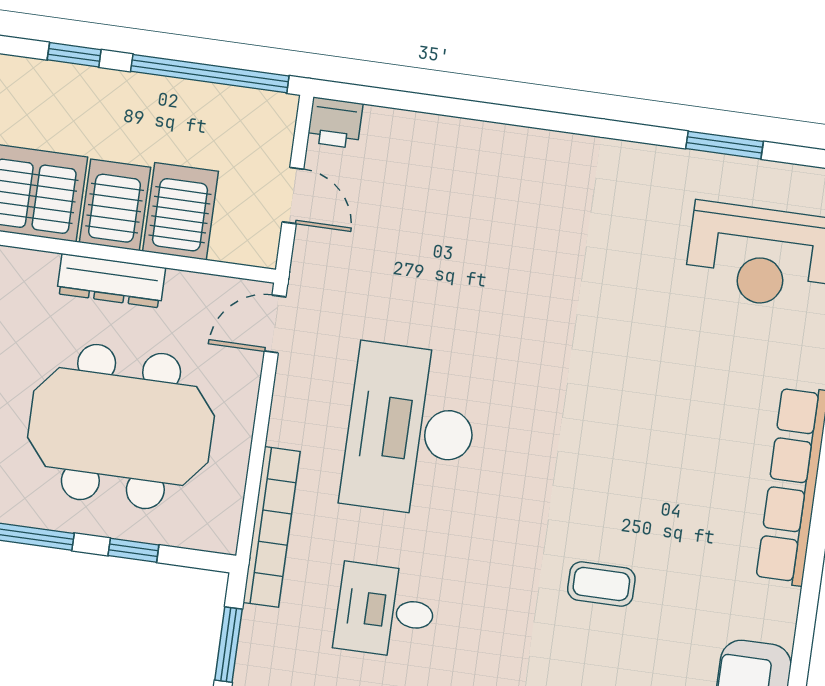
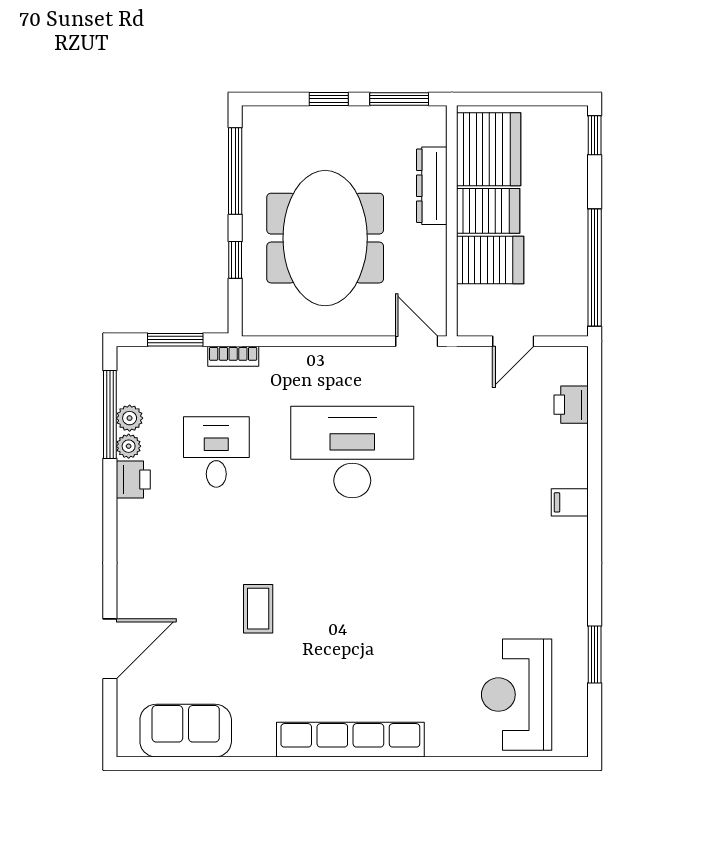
window: (74, 55) -> (595, 135), moved
printer: (335, 123) -> (571, 405), moved
filing cabinet: (518, 150) -> (570, 502), added
dresser: (111, 281) -> (432, 186), moved
bookcase: (272, 527) -> (233, 356), width x0.43, depth x0.76

